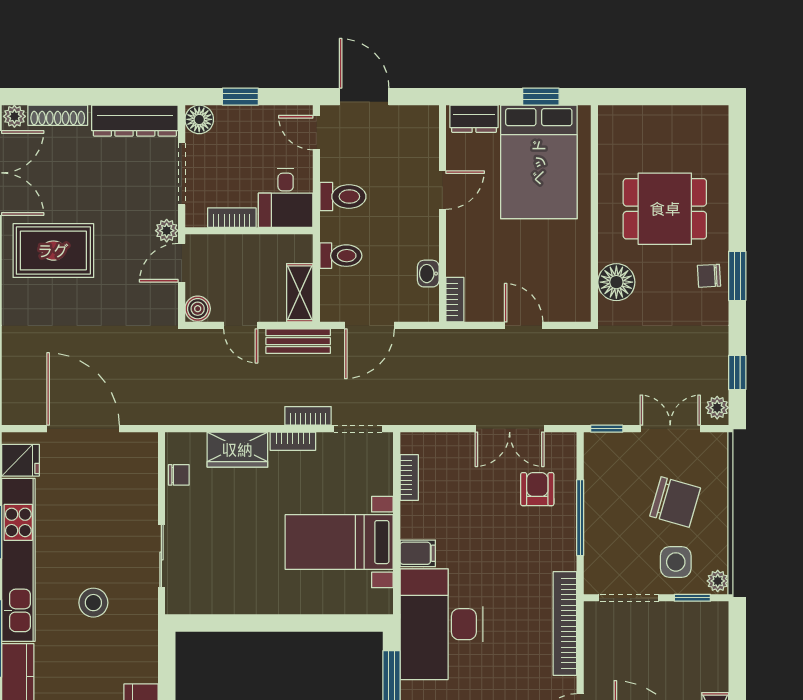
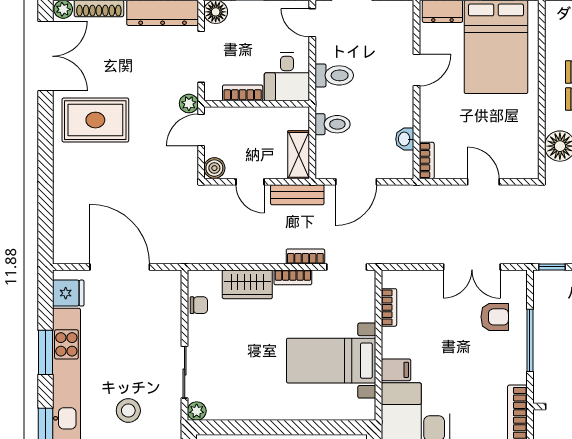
armchair: (537, 489) -> (495, 317), turned 90
plant: (176, 603) -> (197, 411), added

